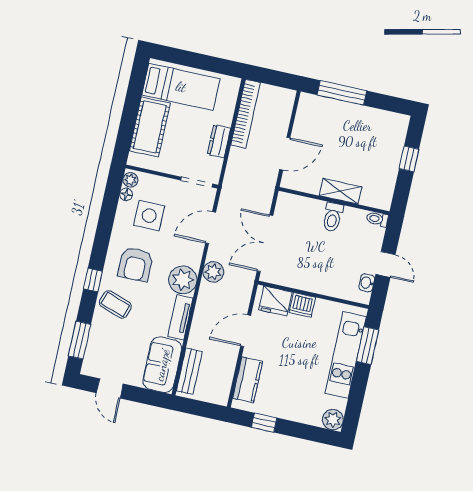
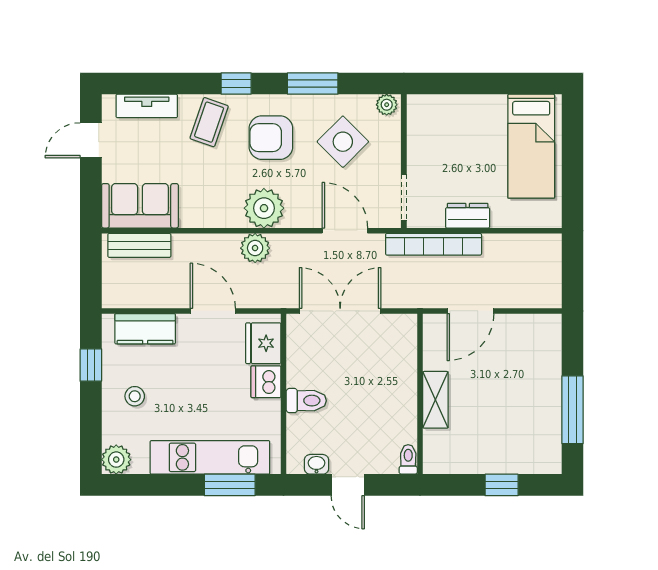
window: (342, 93) -> (573, 410), moved
bookcase: (246, 114) -> (434, 244), moved
cot: (150, 127) -> (466, 115), removed
door: (285, 154) -> (470, 311), hinge flipped
floor lamp: (126, 194) -> (365, 103), removed
side table: (149, 216) -> (343, 142), turned 45
toilet: (333, 217) -> (306, 401), moved, turned 180
door: (386, 264) -> (348, 485), hinge flipped
plant: (213, 272) -> (255, 248), moved
tv unit: (180, 317) -> (147, 106), moved, turned 180
window: (80, 340) -> (313, 84), moved
stool: (292, 397) -> (135, 396), added

